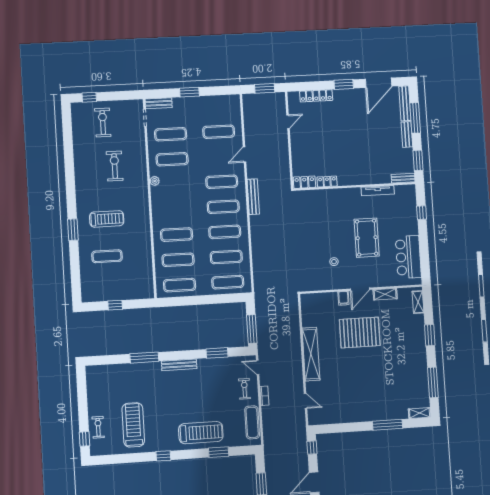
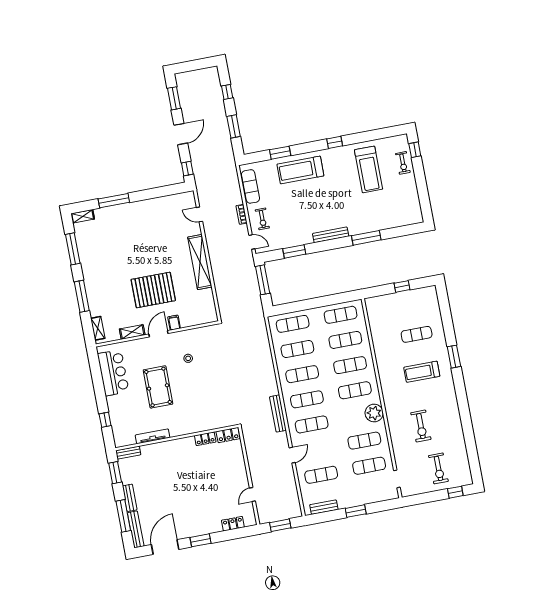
locker: (316, 96) -> (233, 524), width x0.66
bench: (159, 103) -> (324, 507), moved
plant: (155, 181) -> (374, 413), width x1.88, depth x1.88
exercise mat: (175, 209) -> (355, 390), added
window: (430, 335) -> (82, 296), width x1.44

